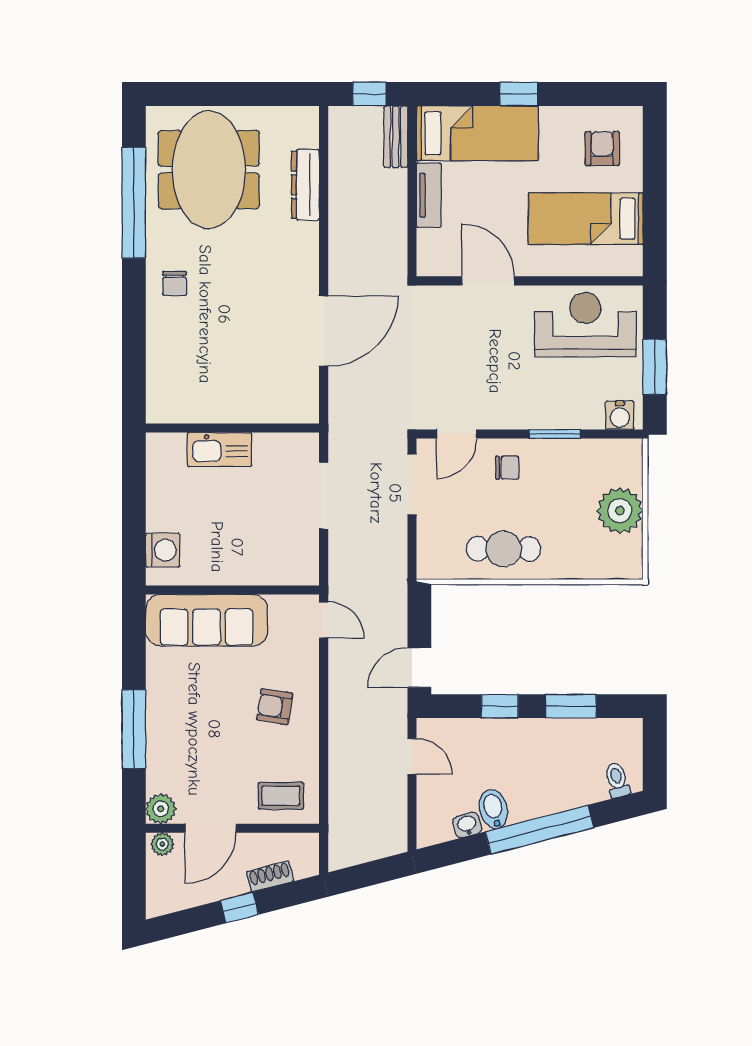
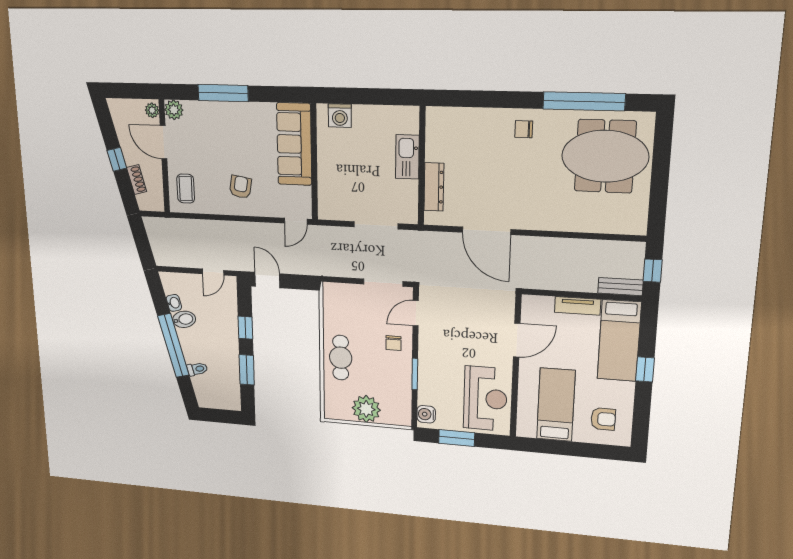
dresser: (305, 185) -> (434, 187), moved, turned 90
door: (457, 434) -> (416, 313), hinge flipped
cafe table: (504, 549) -> (341, 358), moved
toilet: (617, 780) -> (197, 369), moved

